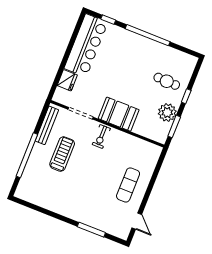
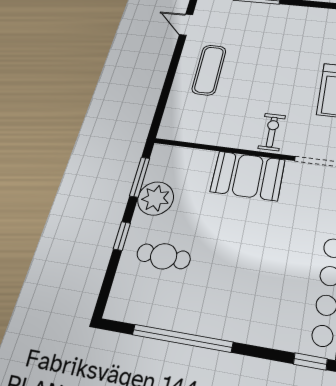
window: (148, 35) -> (182, 338), moved

